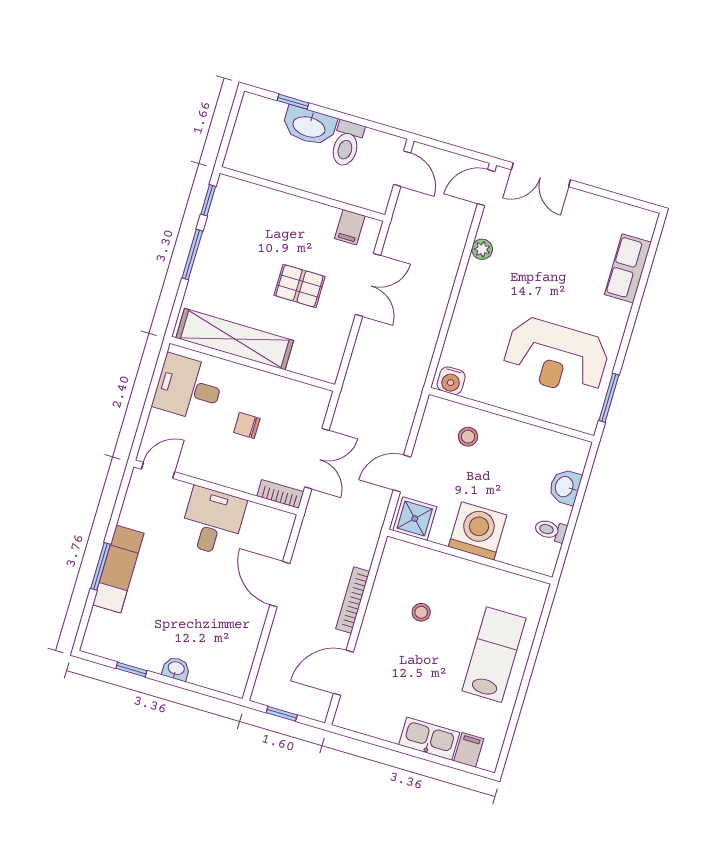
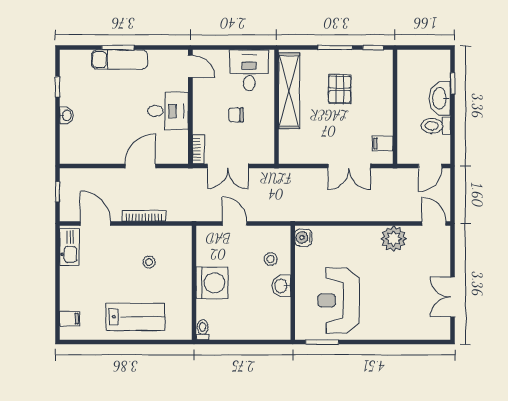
double door: (541, 175) -> (453, 297), moved
plant: (482, 249) -> (394, 239), width x1.87, depth x1.87
row of seats: (628, 268) -> (409, 330), removed
pallet: (299, 286) -> (340, 89), moved
chair: (247, 425) -> (236, 115), turned -90
washbasin: (565, 487) -> (281, 286), moved, turned -90
shower: (415, 519) -> (208, 240), removed
toilet: (551, 530) -> (203, 330), moved
kitchen sink: (429, 739) -> (69, 247), moved

